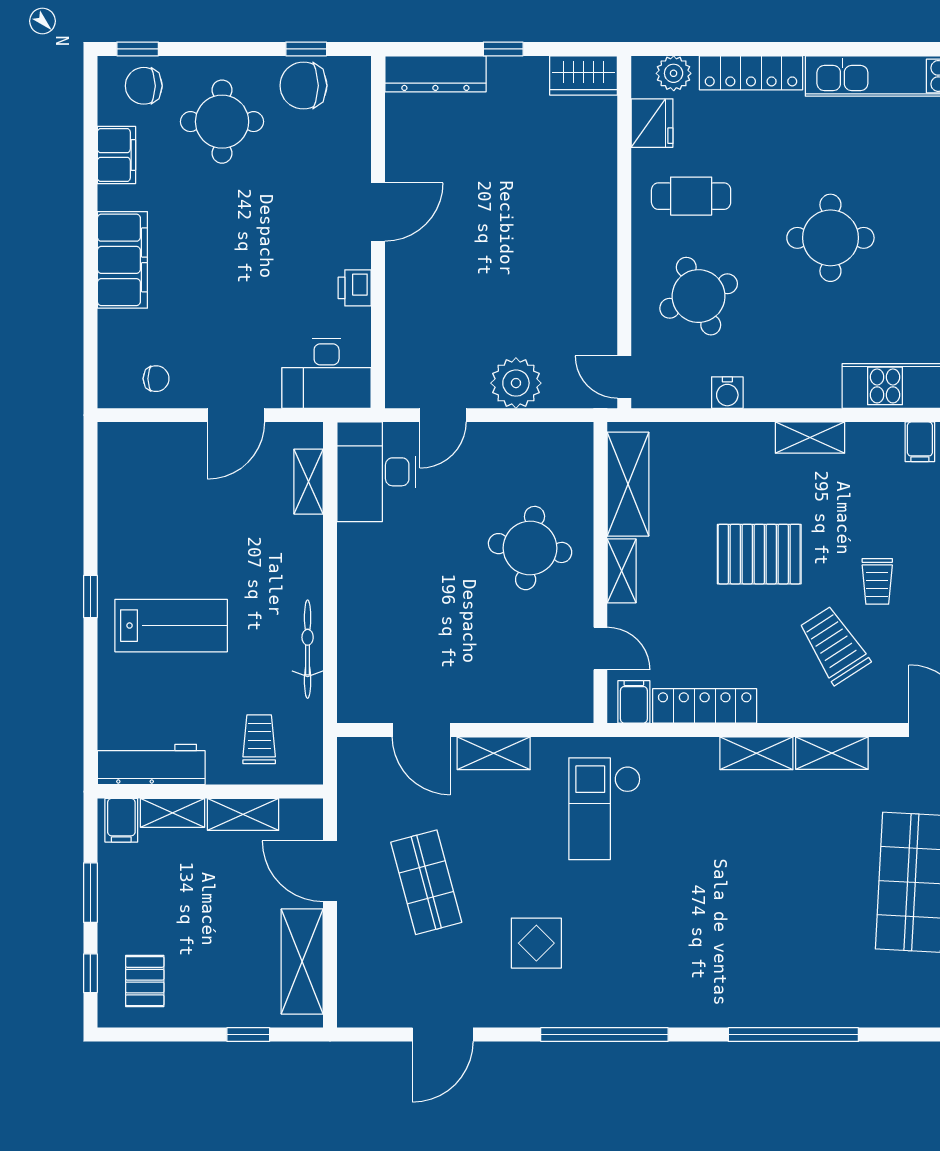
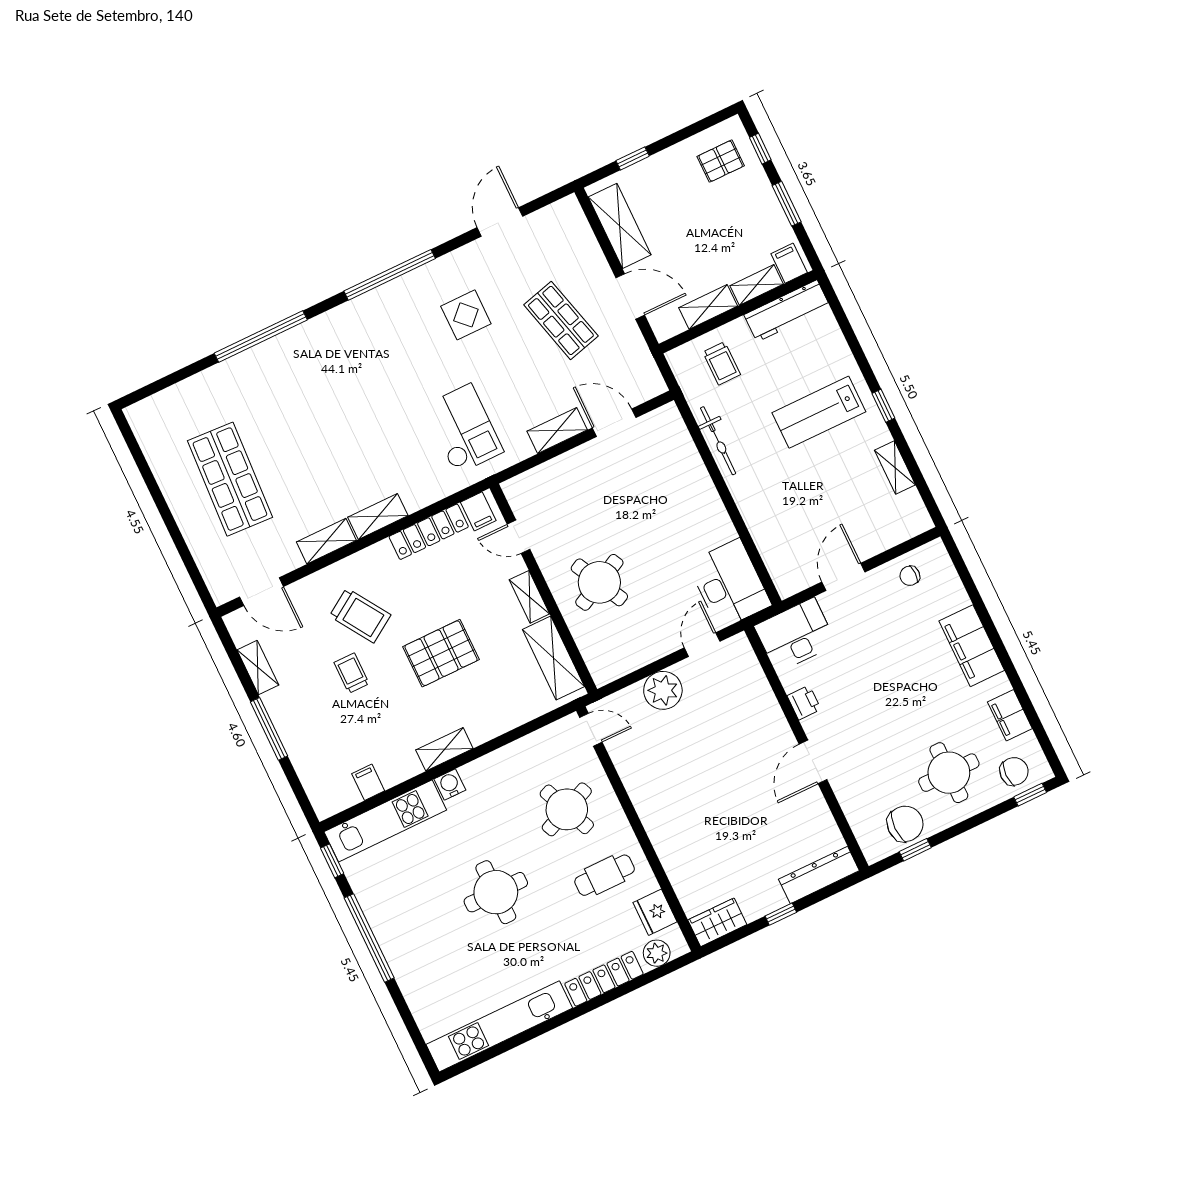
water cooler: (727, 393) -> (450, 784), moved
shelving: (309, 482) -> (895, 467), moved
round table: (530, 548) -> (599, 582), turned -35
pallet: (145, 981) -> (721, 161), turned 90

